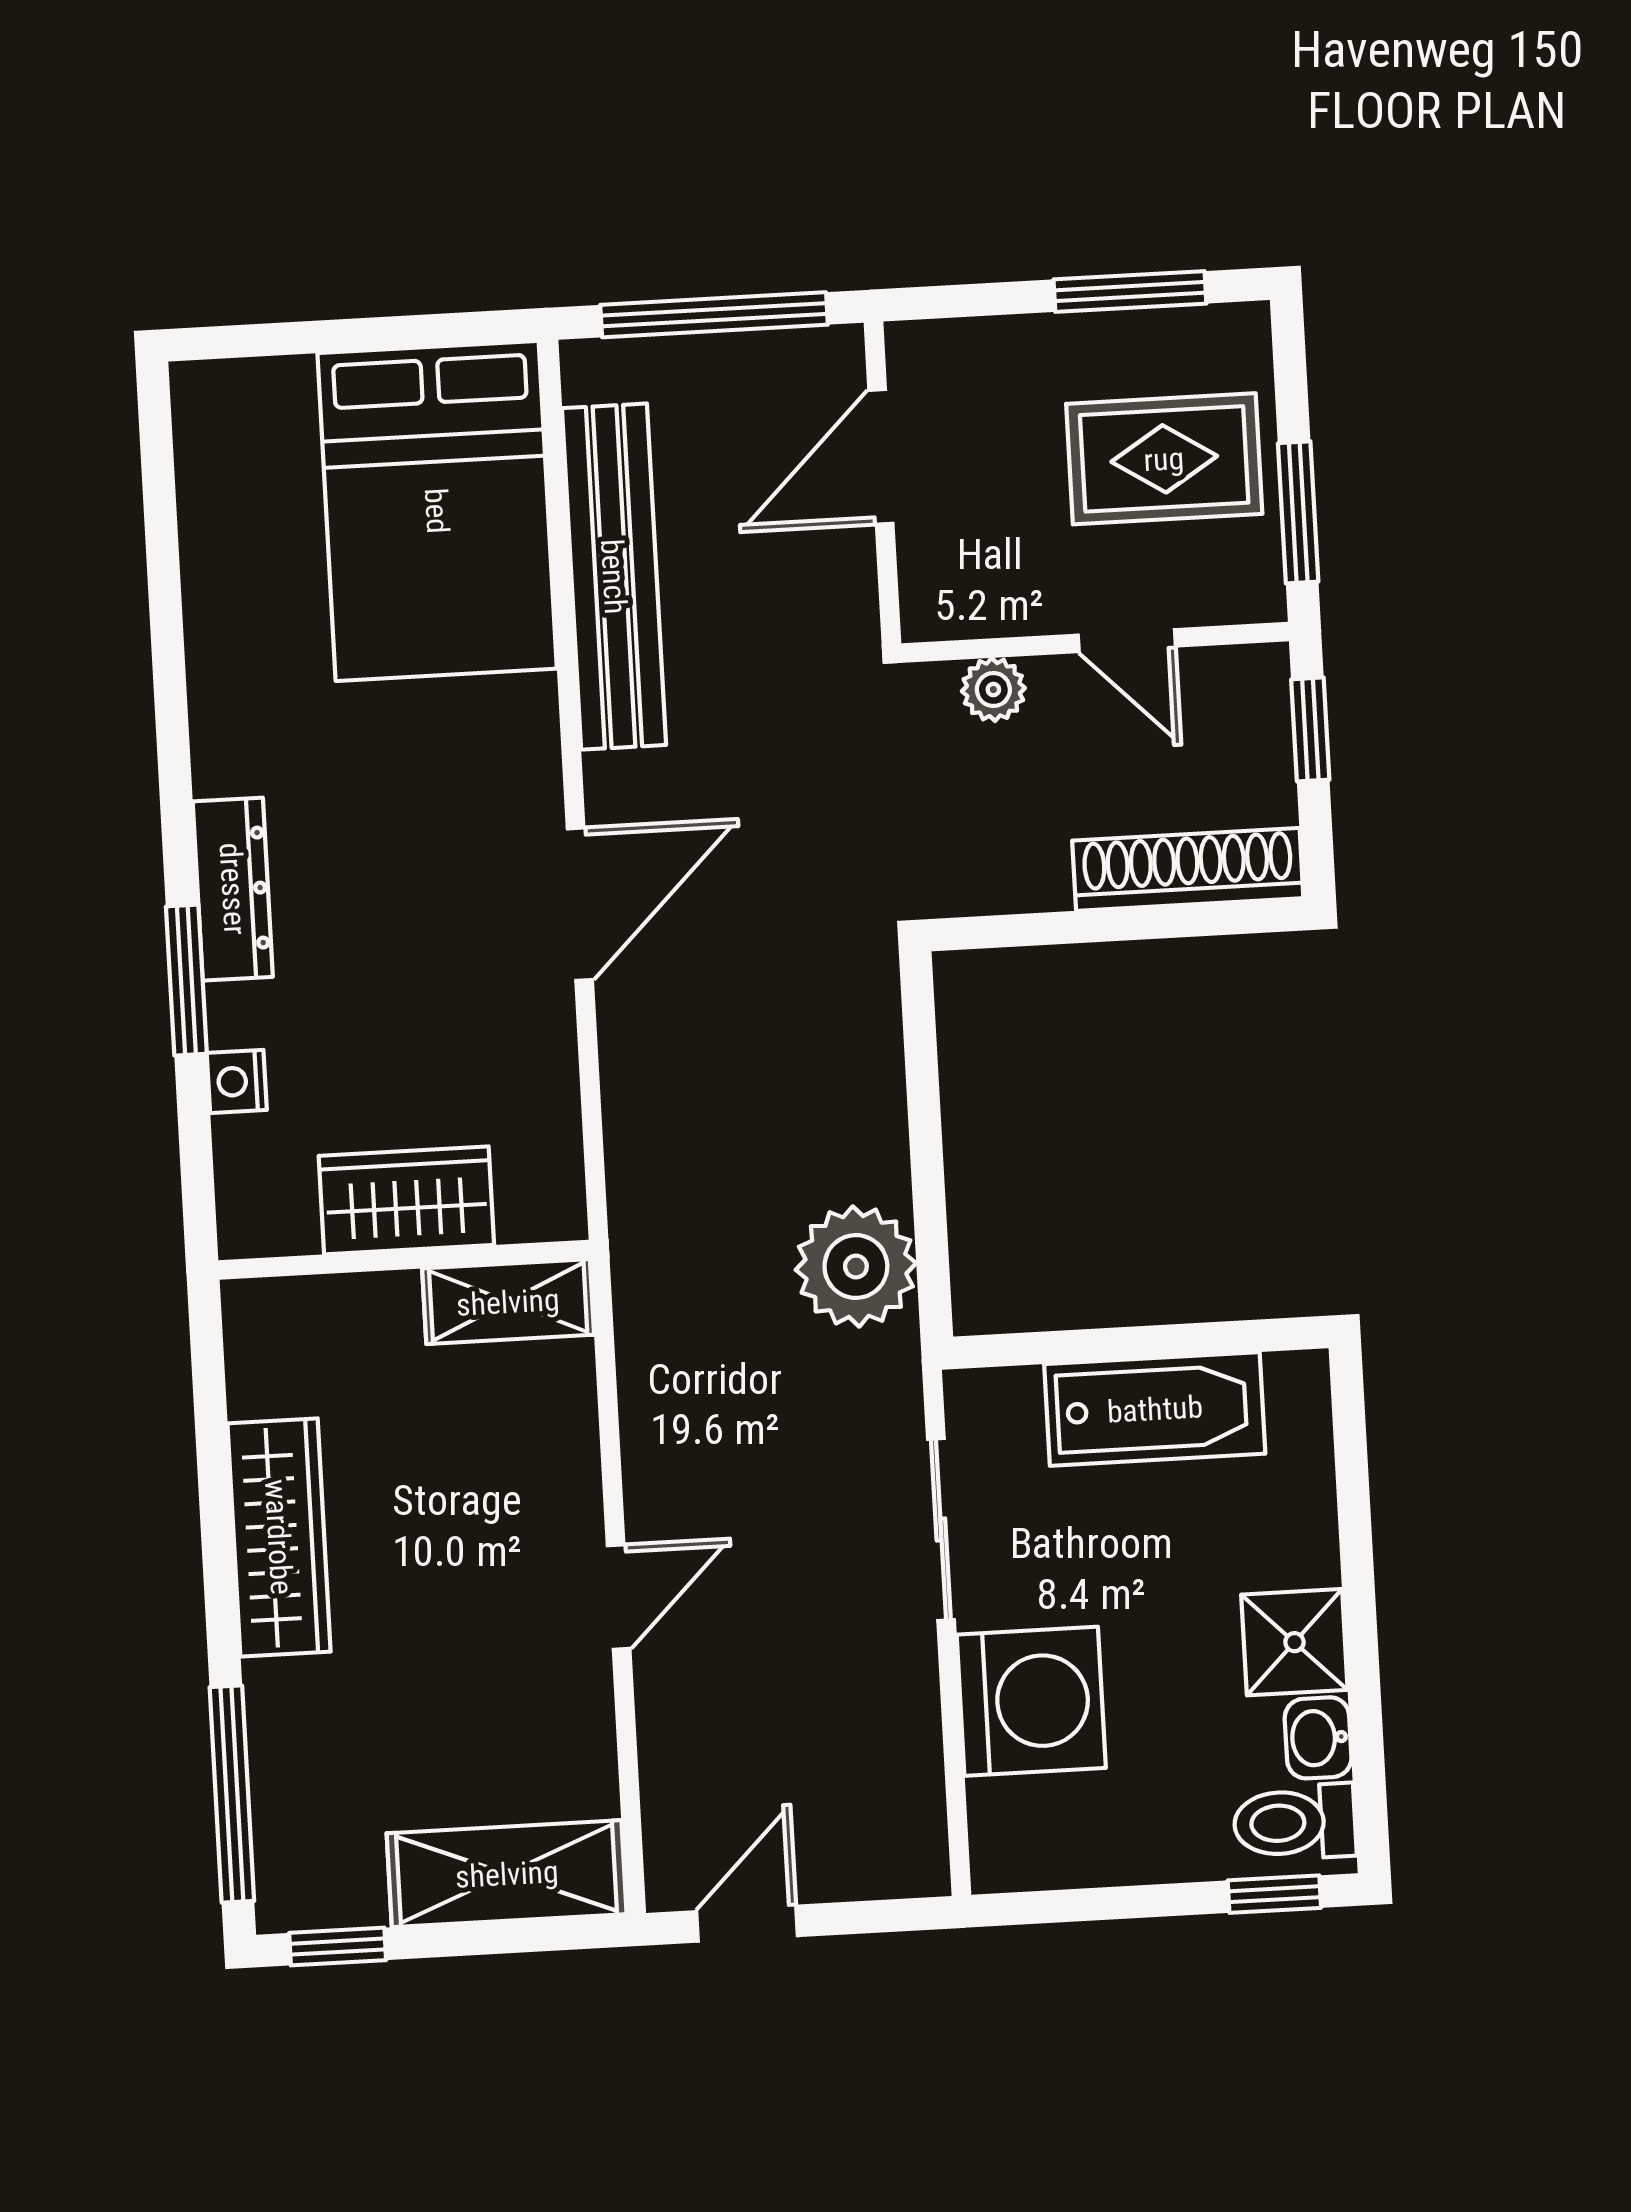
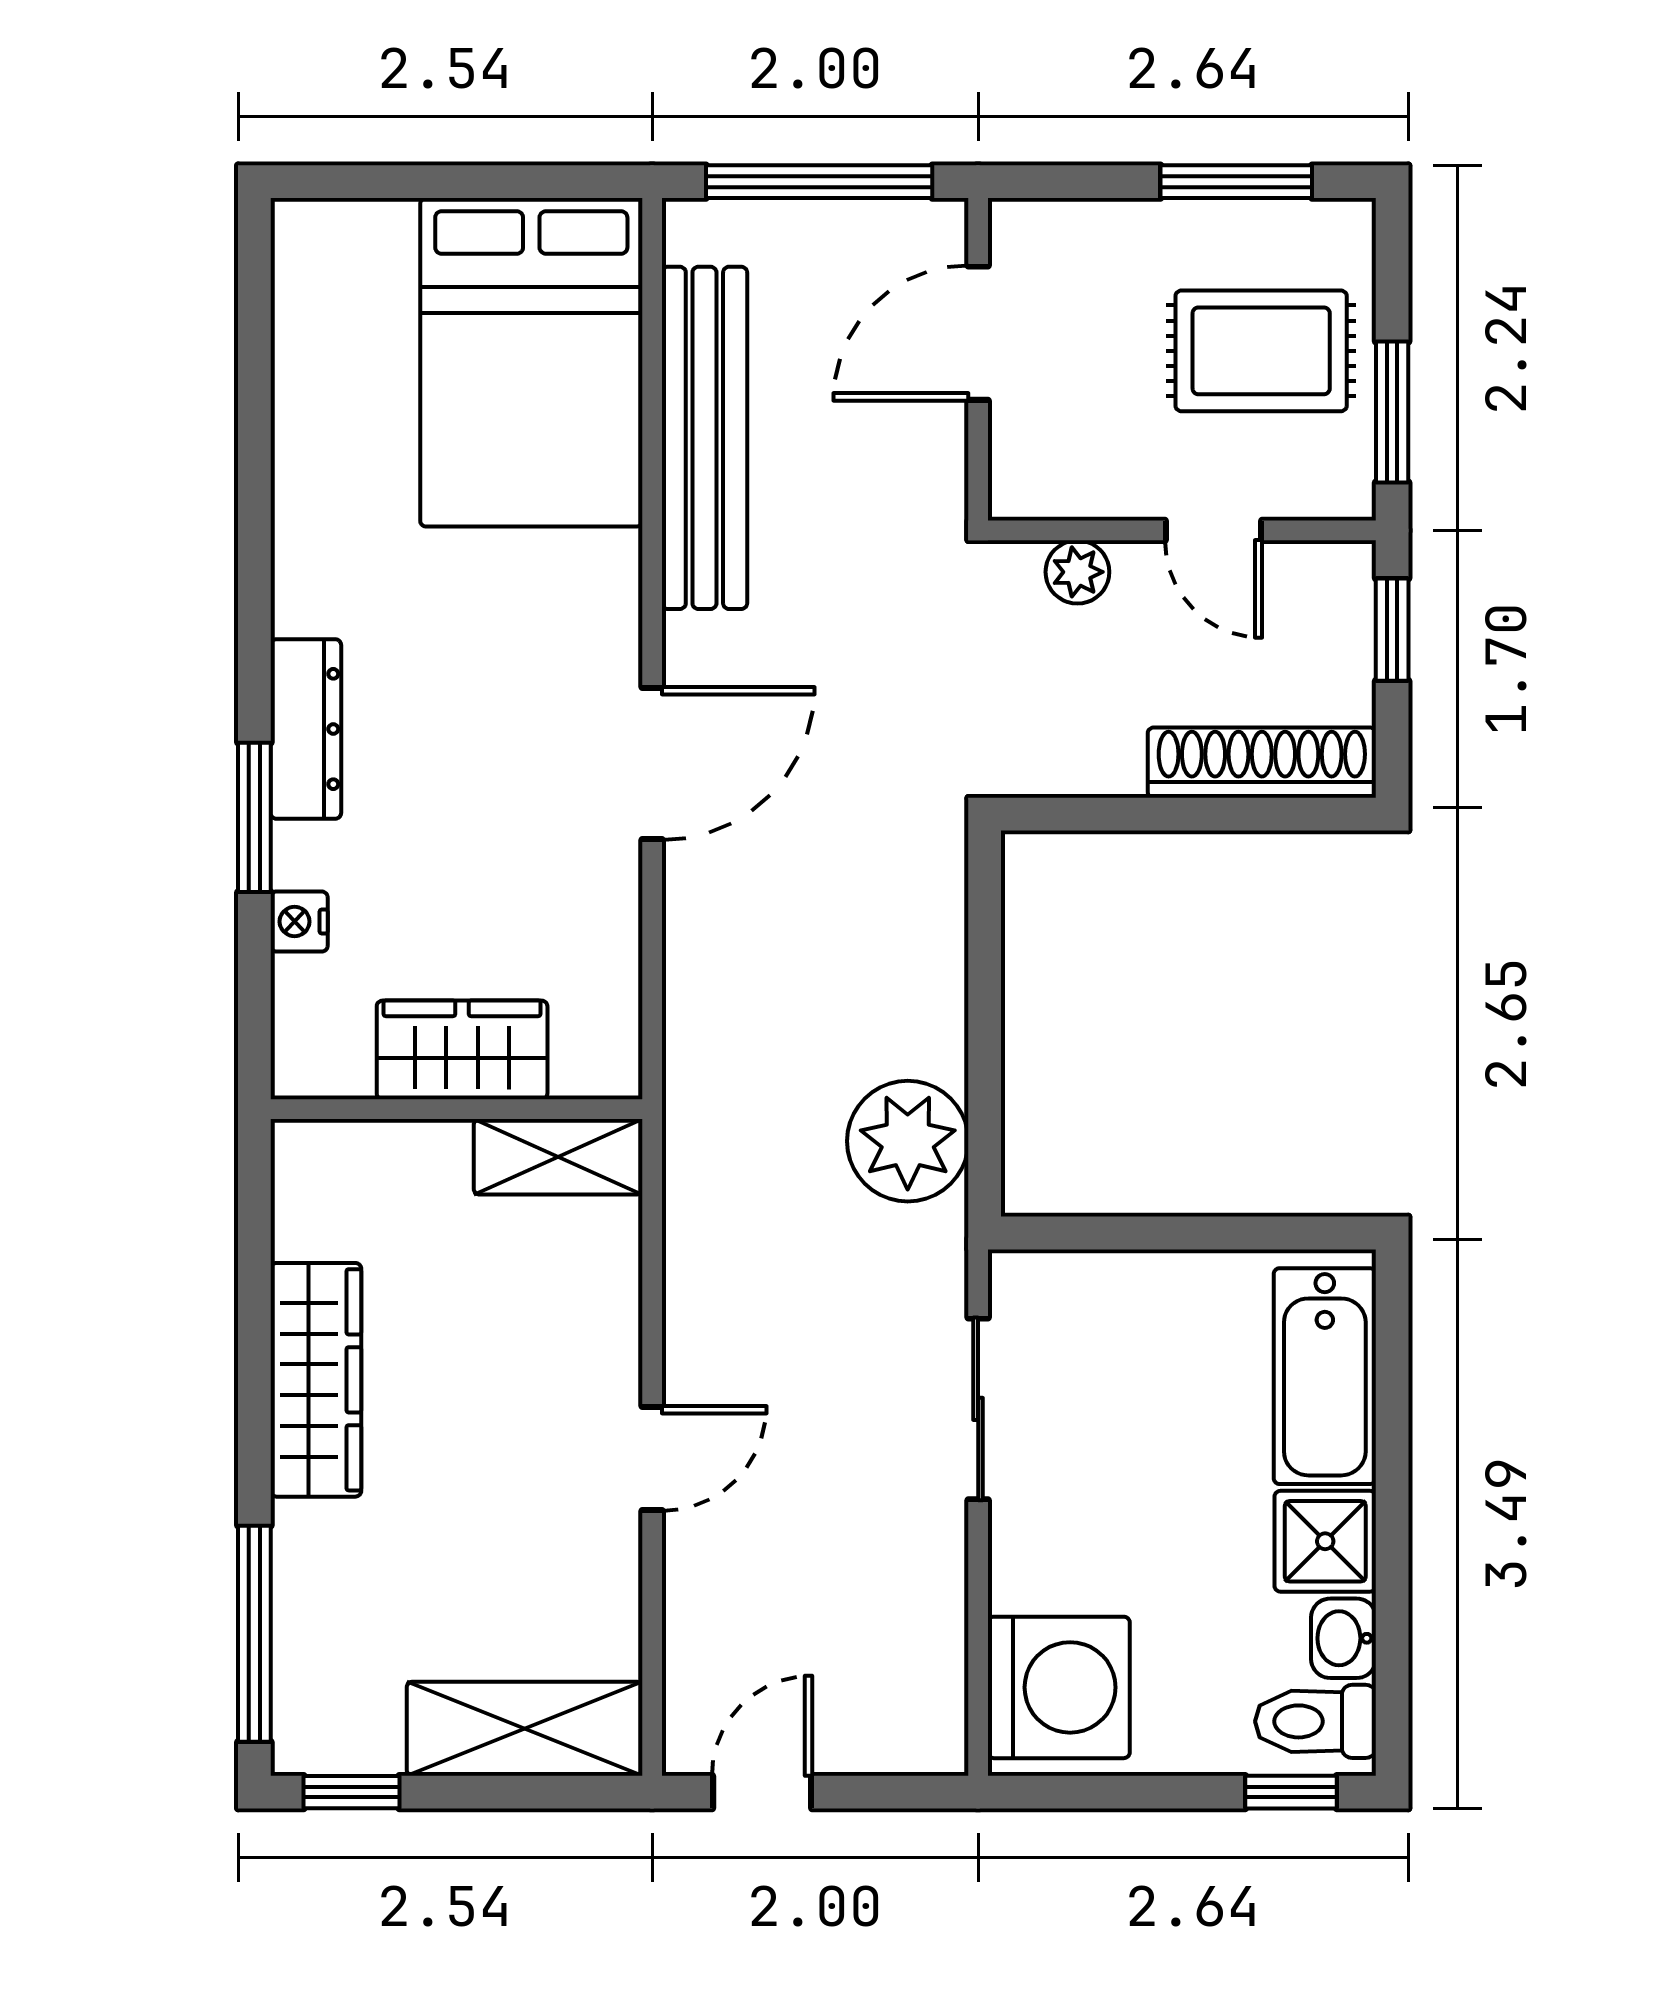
bathtub: (1155, 1409) -> (1325, 1376), moved, turned 90
washing machine: (1031, 1701) -> (1059, 1687), moved

